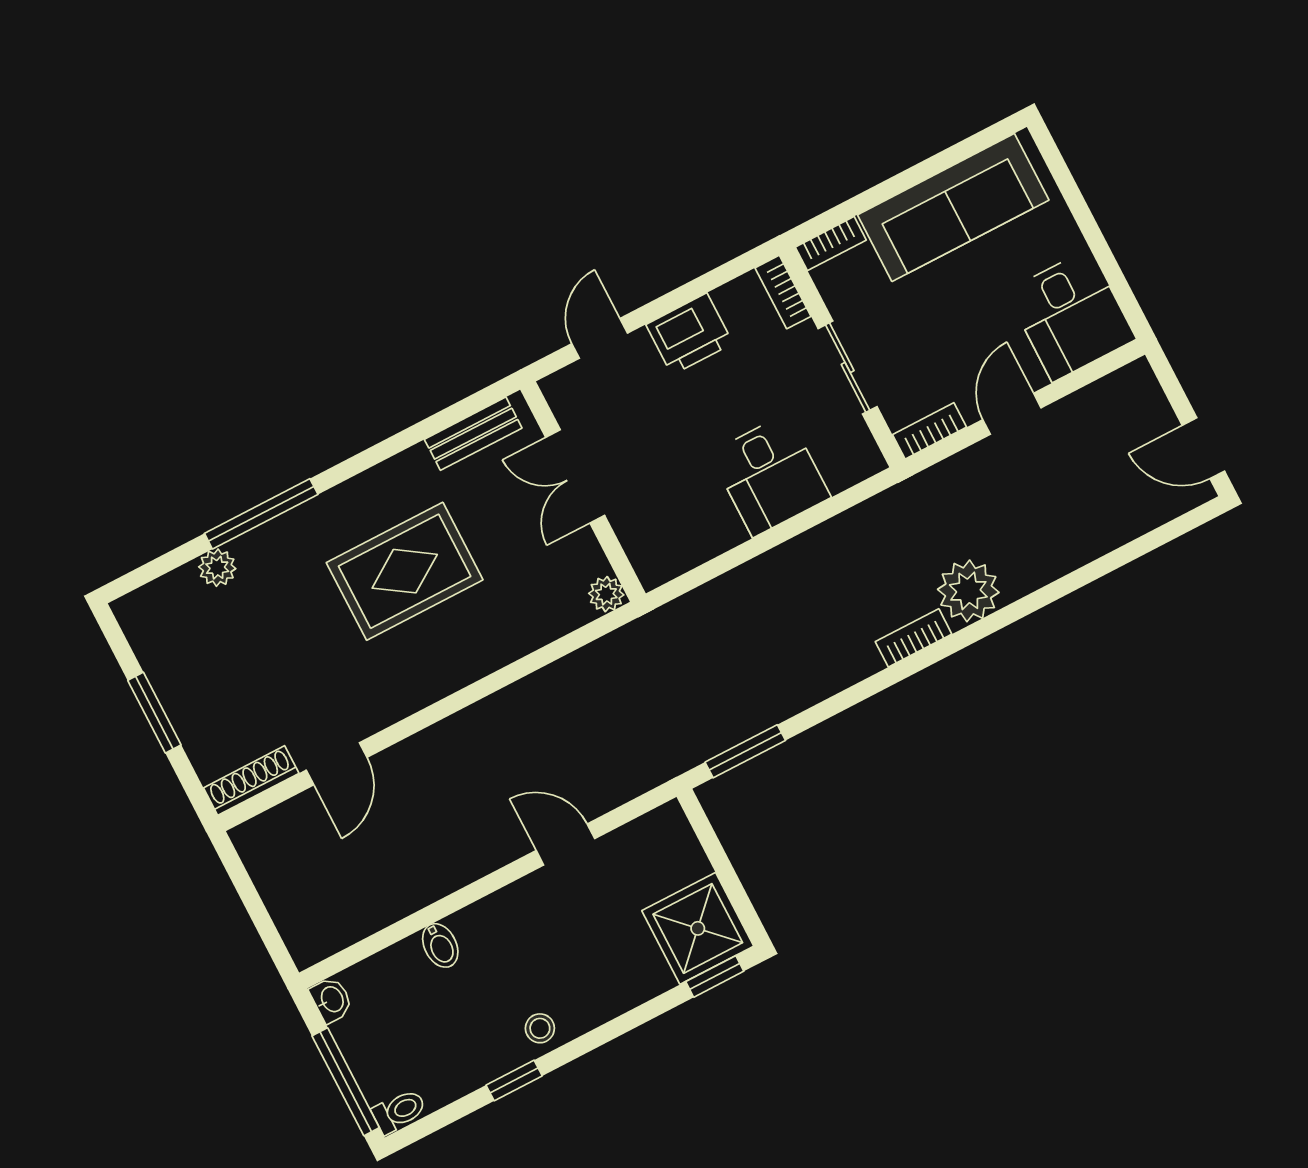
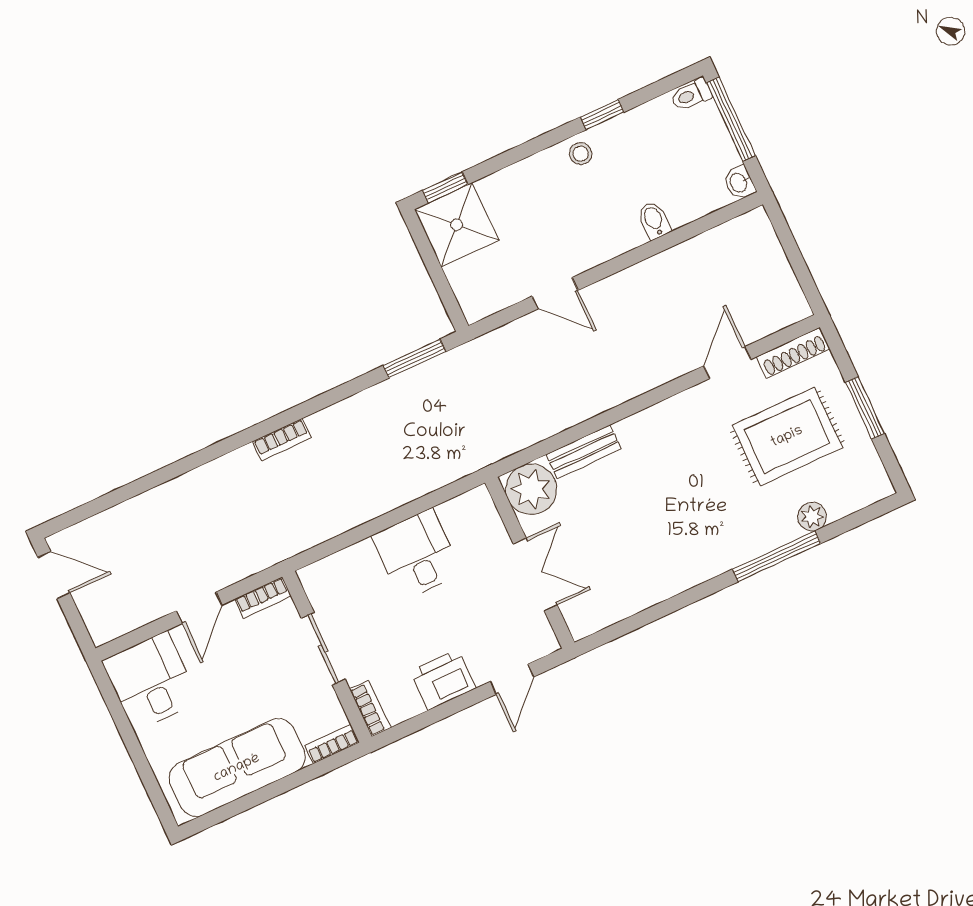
bench: (473, 434) -> (584, 452), moved
desk: (770, 475) -> (417, 555), moved
rug: (405, 571) -> (787, 437), moved
plant: (968, 591) -> (238, 474), removed
plant: (606, 594) -> (531, 489), width x1.88, depth x1.88

